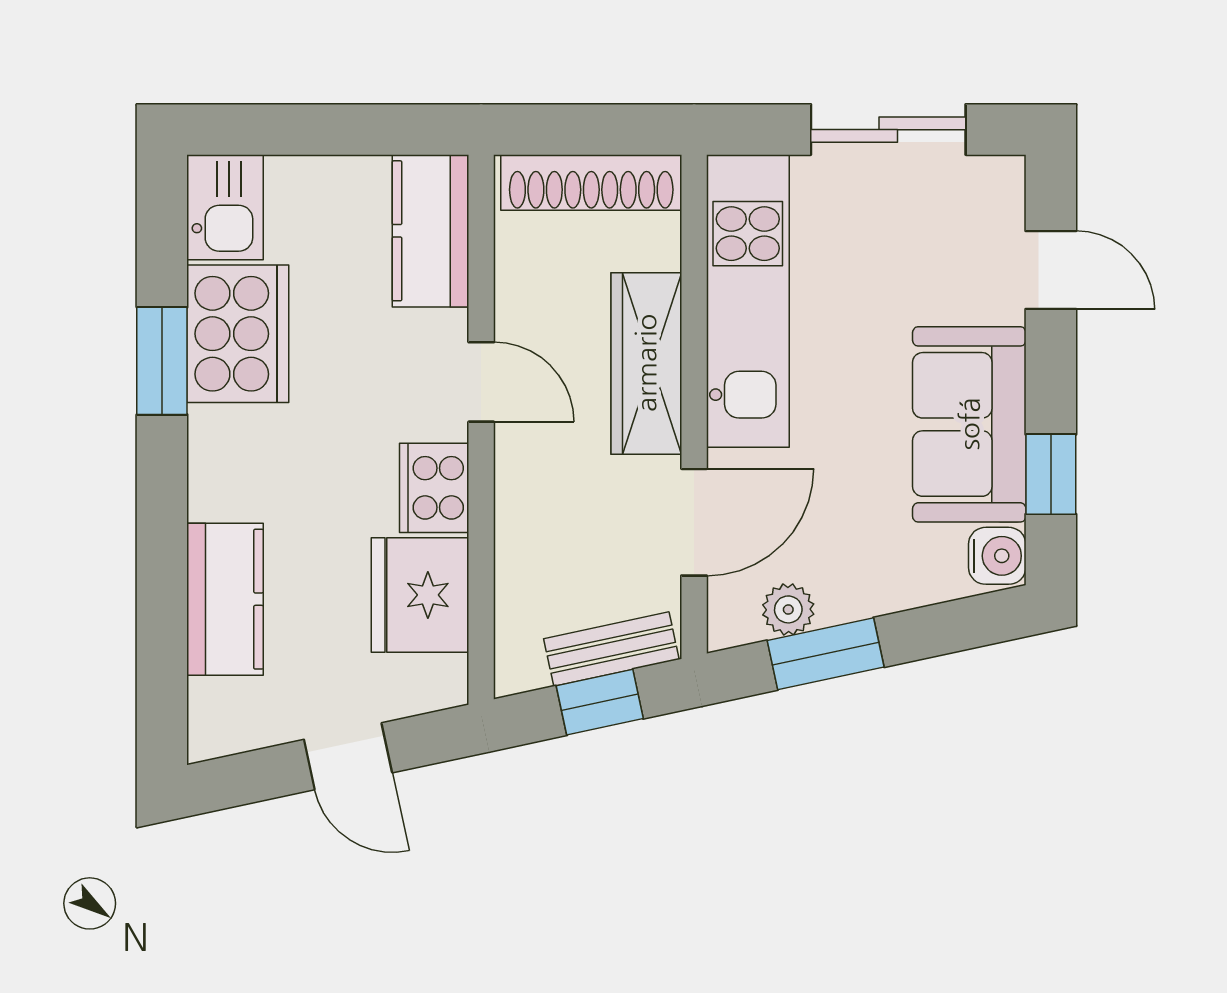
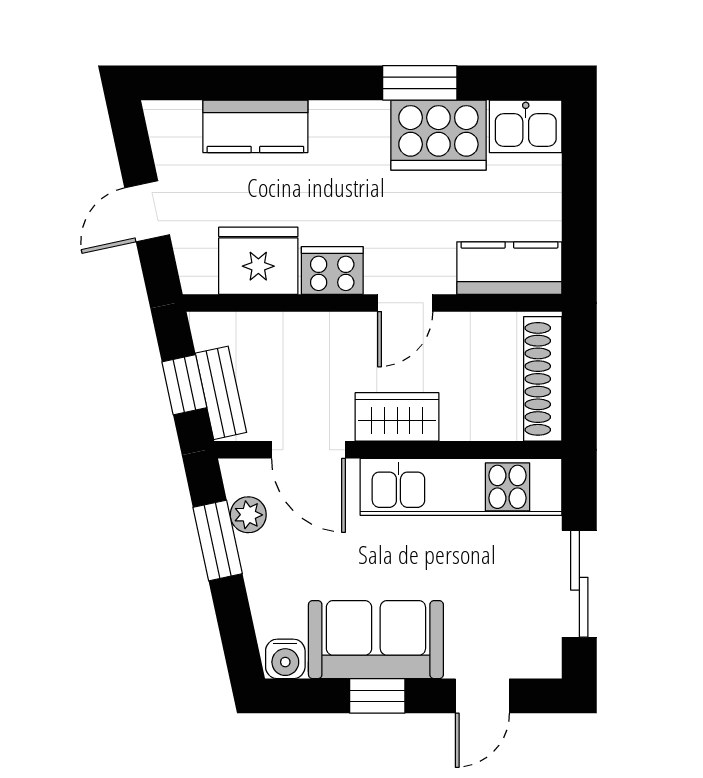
wardrobe: (646, 363) -> (397, 417), width x0.67
window: (1051, 474) -> (377, 696), moved

